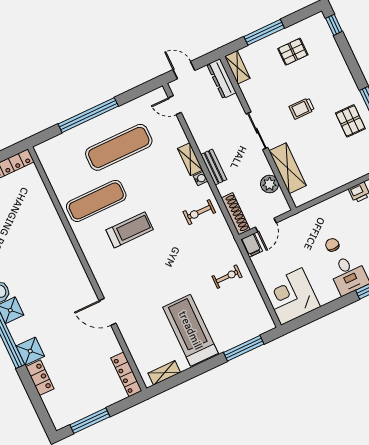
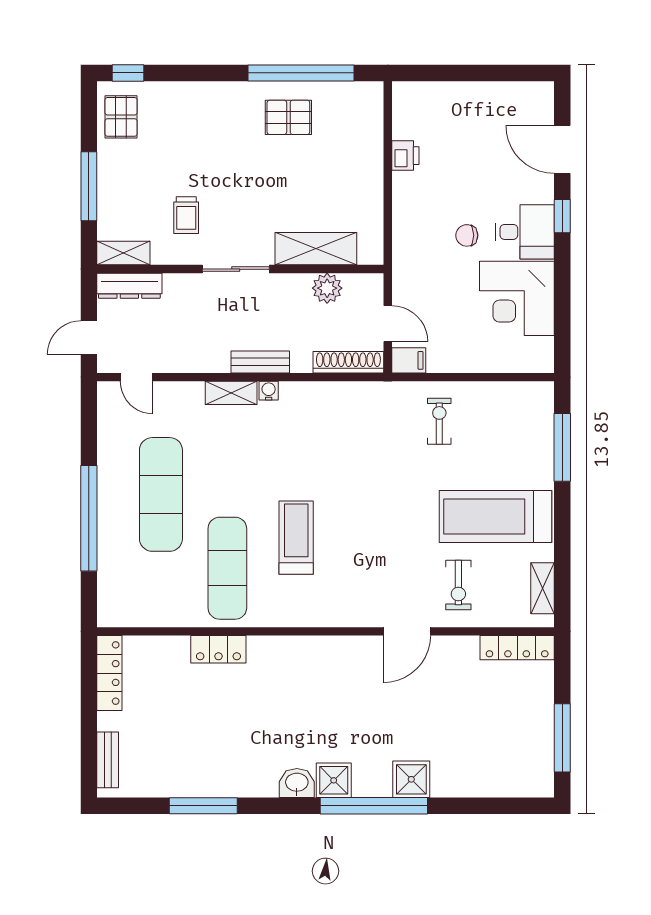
pallet: (293, 52) -> (121, 117), moved
door: (175, 105) -> (136, 377), hinge flipped
trolley: (302, 108) -> (186, 215), moved
exercise bike: (199, 212) -> (458, 585), moved
corner desk: (292, 296) -> (517, 298), moved
locker: (40, 378) -> (218, 649), moved, turned 180

